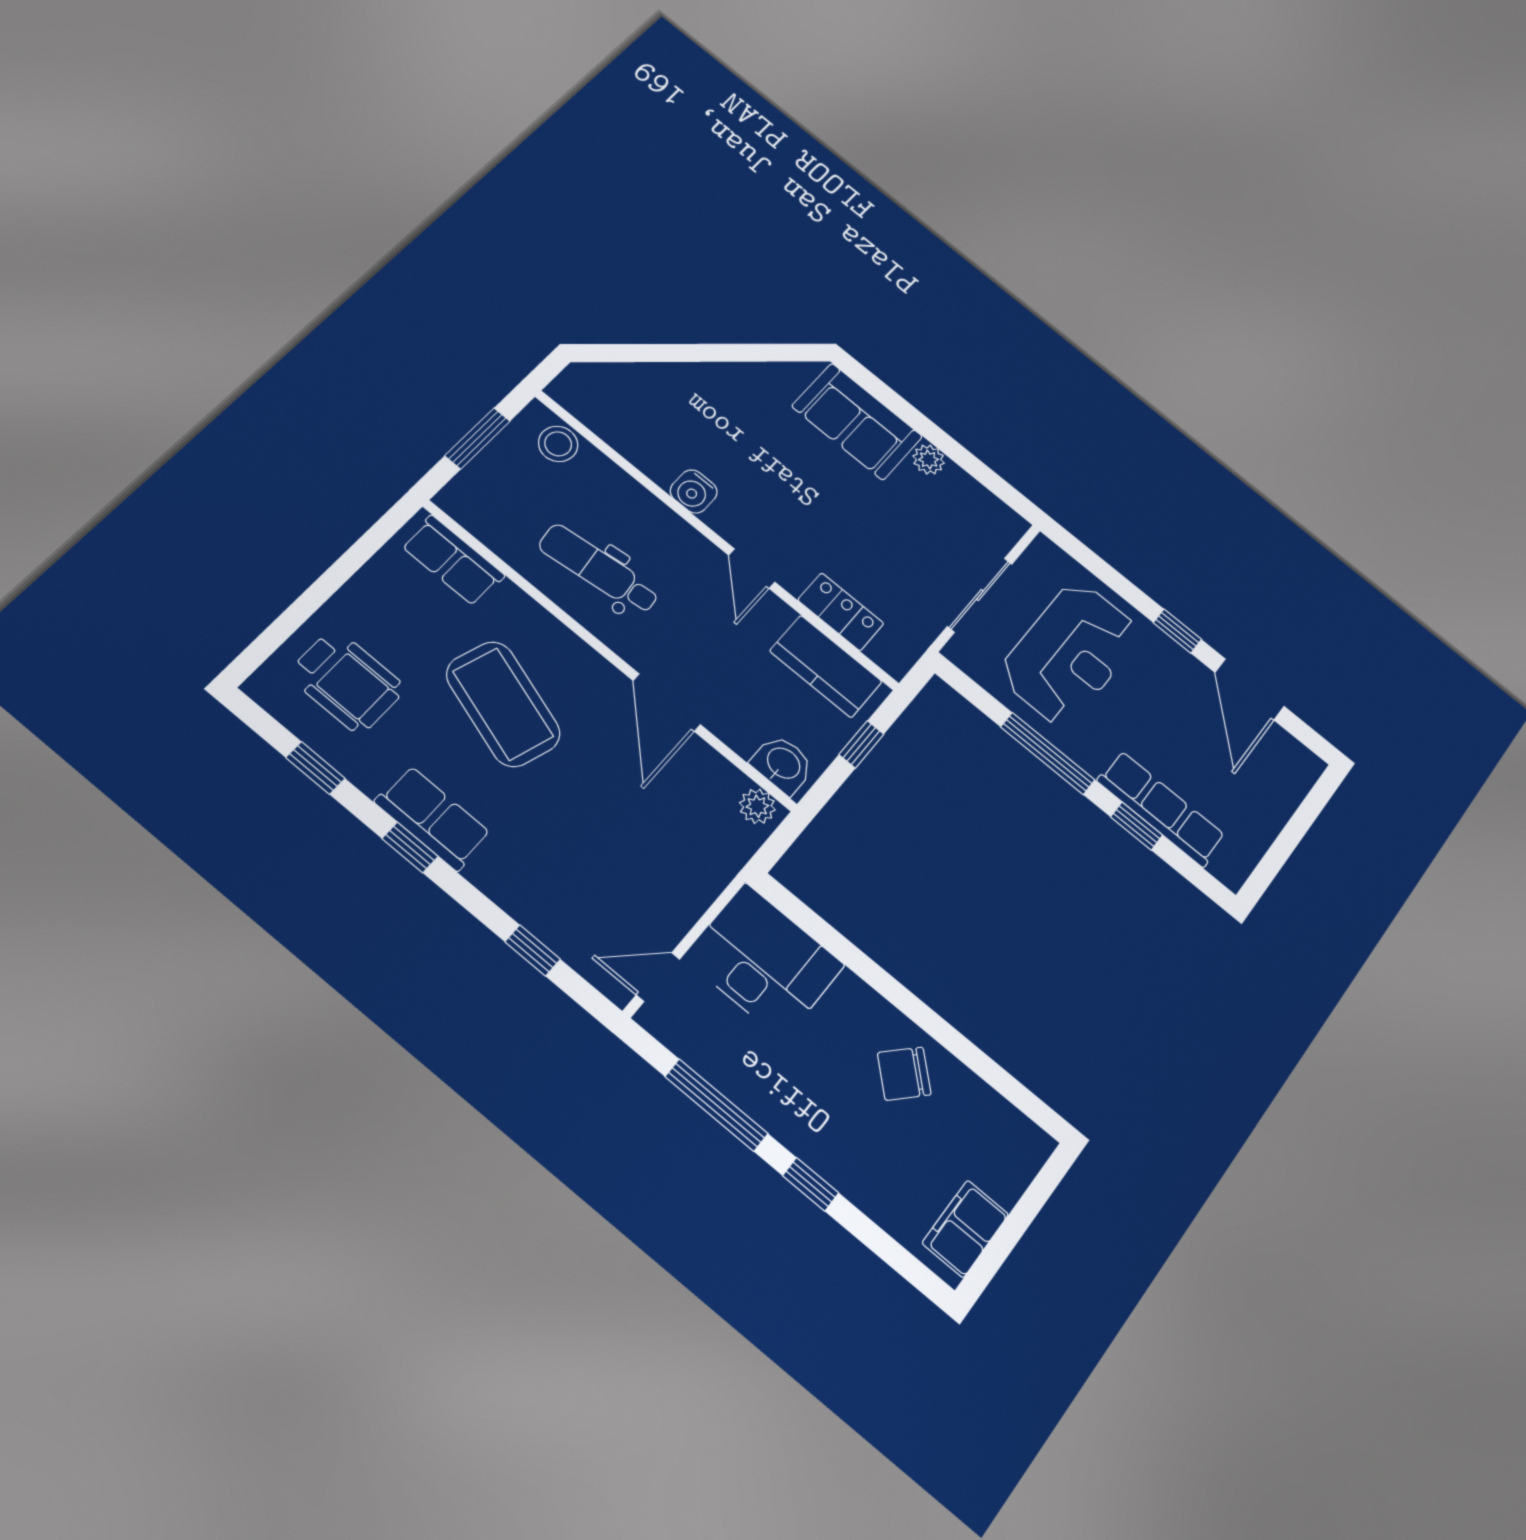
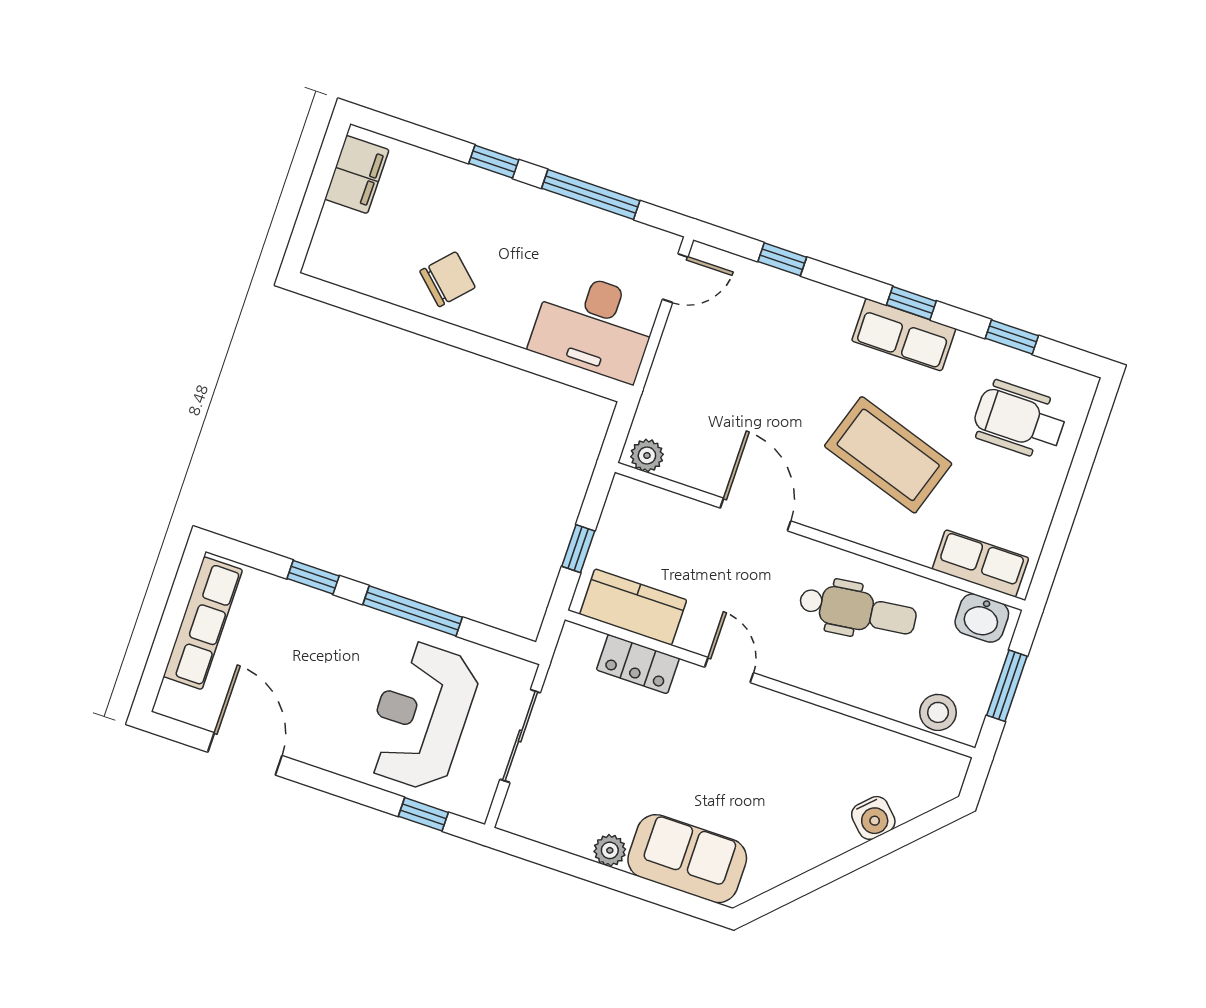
water cooler: (694, 491) -> (873, 818), moved, turned 135
window: (1177, 631) -> (423, 814), moved
washbasin: (783, 764) -> (982, 618), moved
row of seats: (1161, 809) -> (203, 623), moved, turned -90

